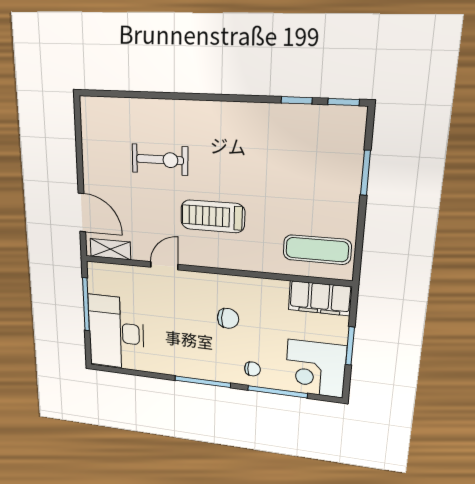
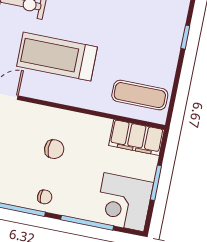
window: (365, 173) -> (185, 37), width x0.67
treadmill: (213, 216) -> (57, 57), width x1.37, depth x1.38
chair: (252, 369) -> (45, 197), moved

